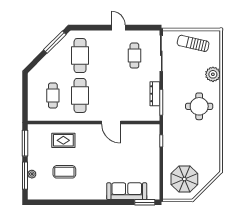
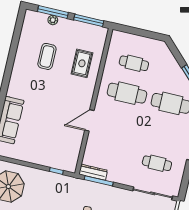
dresser: (155, 94) -> (93, 172), moved

